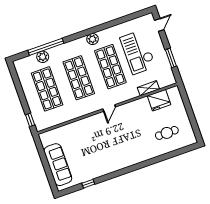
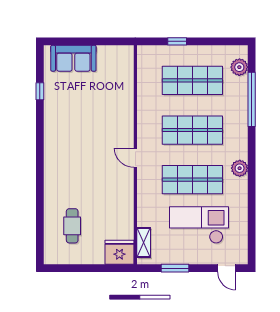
plant: (43, 57) -> (239, 67), moved
shelving: (148, 88) -> (144, 242), moved
fridge: (159, 100) -> (119, 252), moved, turned 90
window: (30, 120) -> (177, 41), moved
sofa: (58, 165) -> (73, 58), width x0.73

